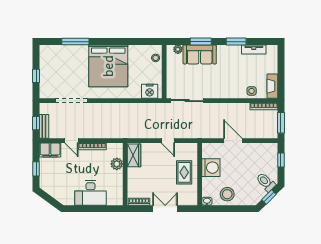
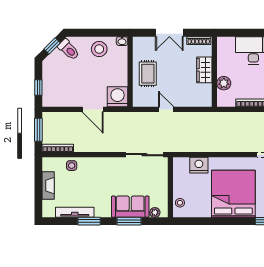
tv unit: (254, 50) -> (75, 212), width x1.41
fireplace: (272, 86) -> (48, 186), moved
nightstand: (150, 91) -> (199, 165), moved
wardrobe: (134, 155) -> (204, 70), moved
washing machine: (211, 168) -> (117, 97), moved, turned 90
toilet: (266, 182) -> (69, 50), moved

